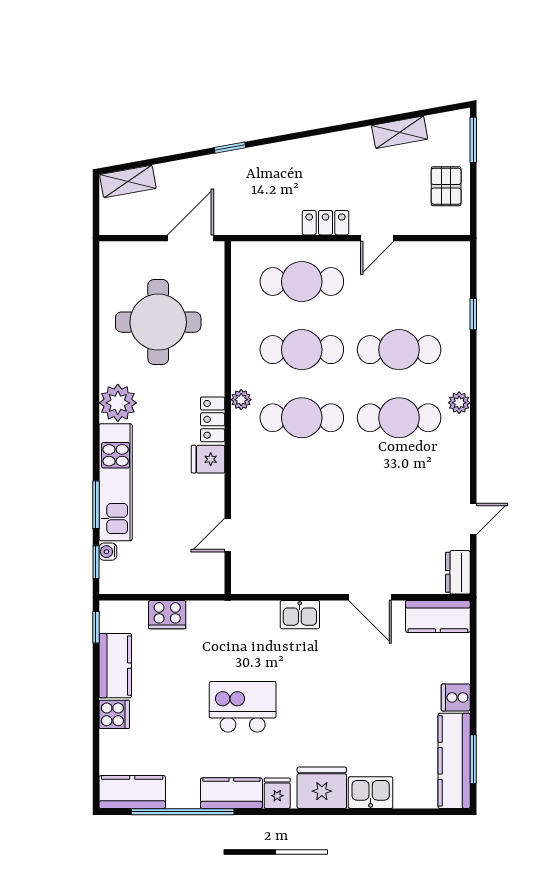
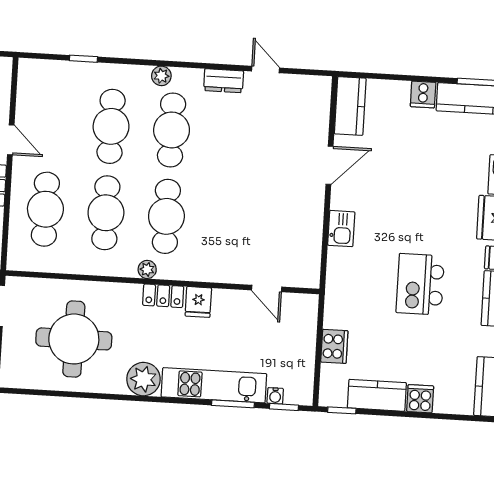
dresser: (458, 572) -> (224, 81), moved

